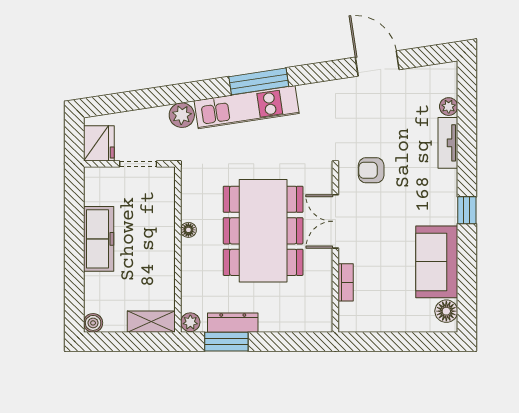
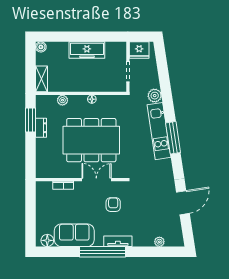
tv unit: (448, 143) -> (118, 241), moved
armchair: (371, 170) -> (113, 205), moved
window: (467, 210) -> (103, 252), width x3.17
plant: (190, 322) -> (62, 100), moved
dresser: (233, 323) -> (41, 128), width x0.70

